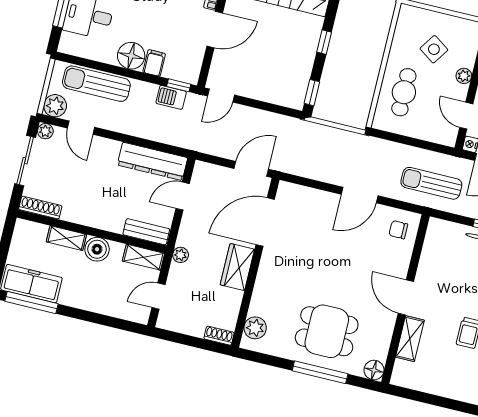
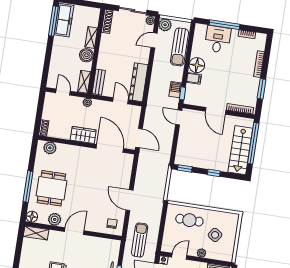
sun lounger: (96, 84) -> (179, 47), turned 180
plant: (382, 330) -> (55, 219), added
shelving: (410, 339) -> (36, 233), moved

